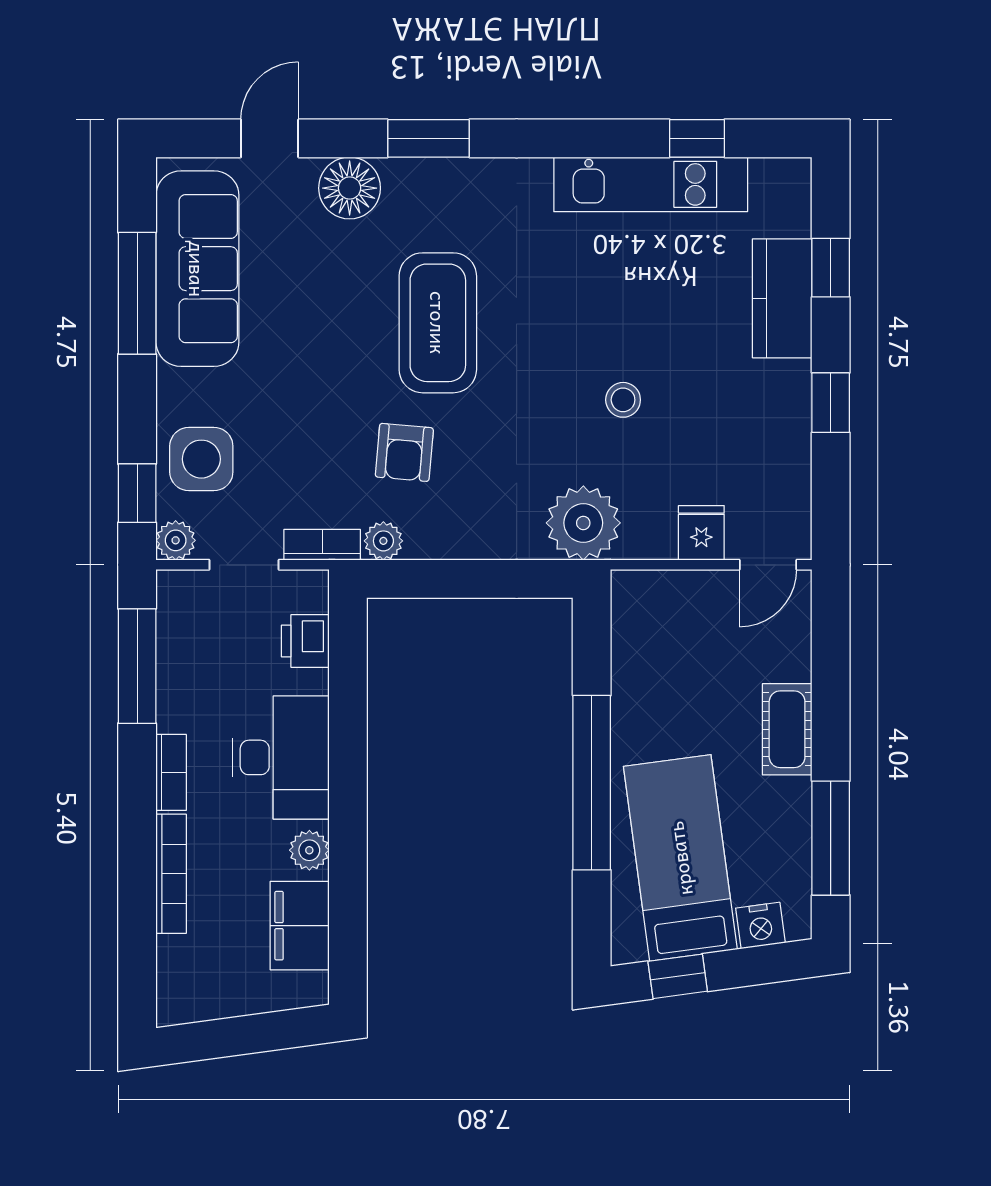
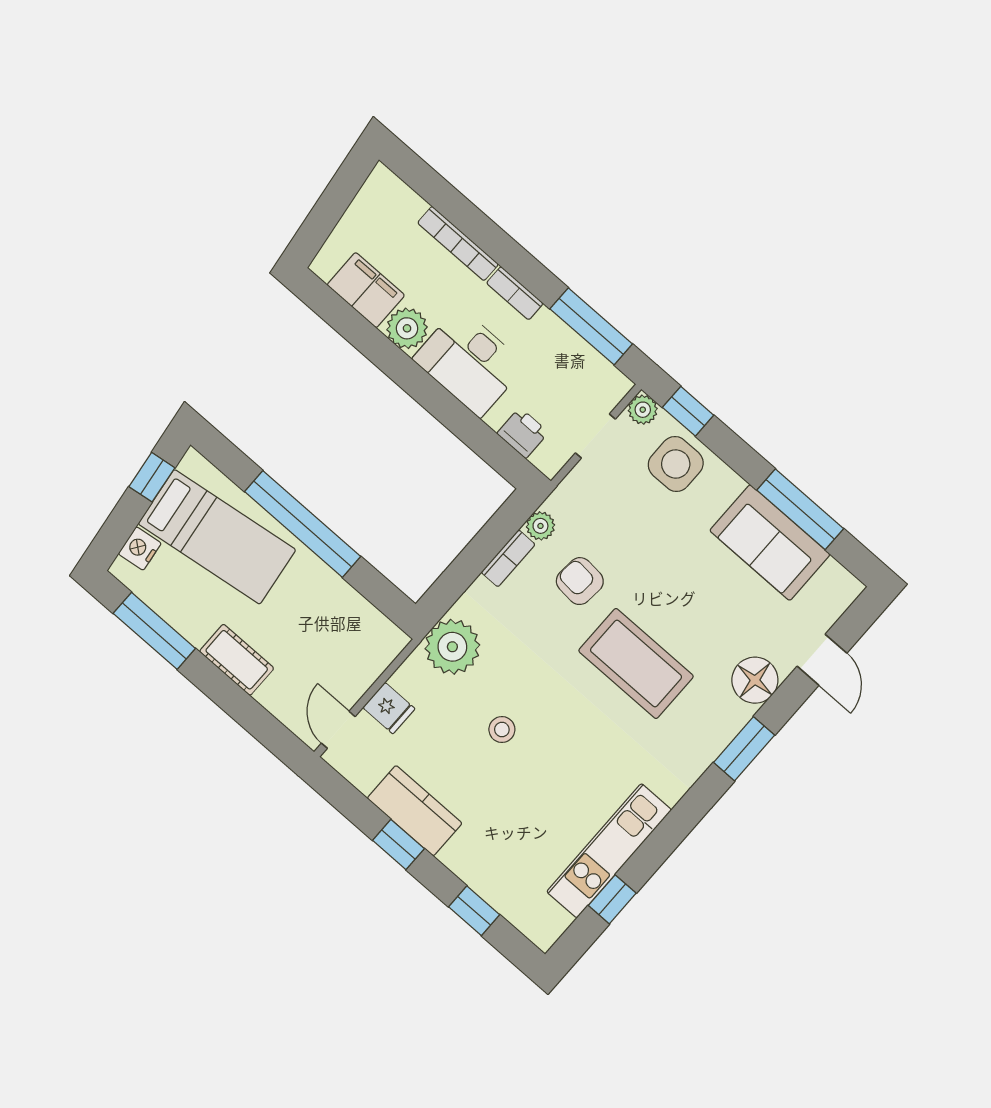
sofa: (197, 269) -> (770, 543), width x0.73
kitchen counter: (782, 298) -> (415, 811), moved
bookcase: (322, 545) -> (508, 558), moved
plant: (309, 850) -> (407, 328), width x1.38, depth x1.38

